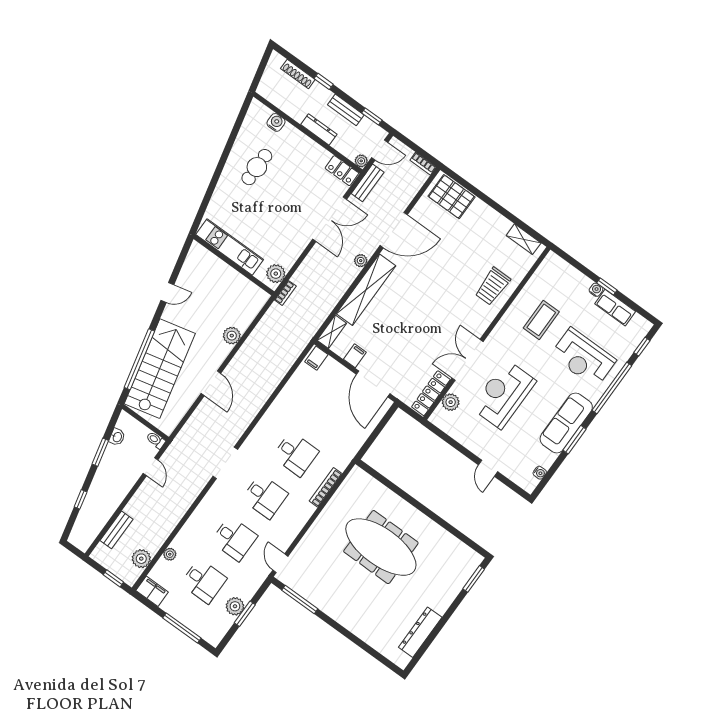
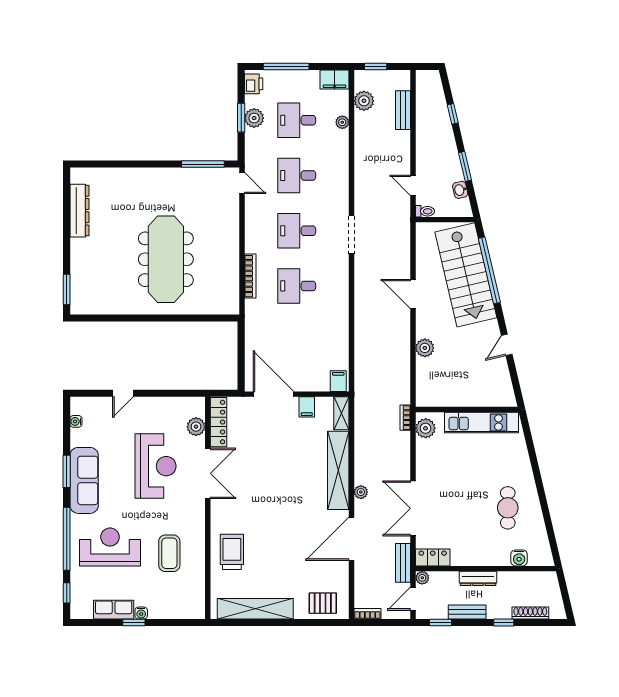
pallet: (451, 197) -> (323, 603), width x0.67, depth x0.71
shelving: (524, 239) -> (255, 609), width x2.20, depth x1.33
door: (488, 468) -> (123, 393), swing flipped
meeting table: (381, 547) -> (166, 259), turned 90
printer: (216, 633) -> (254, 84), added

